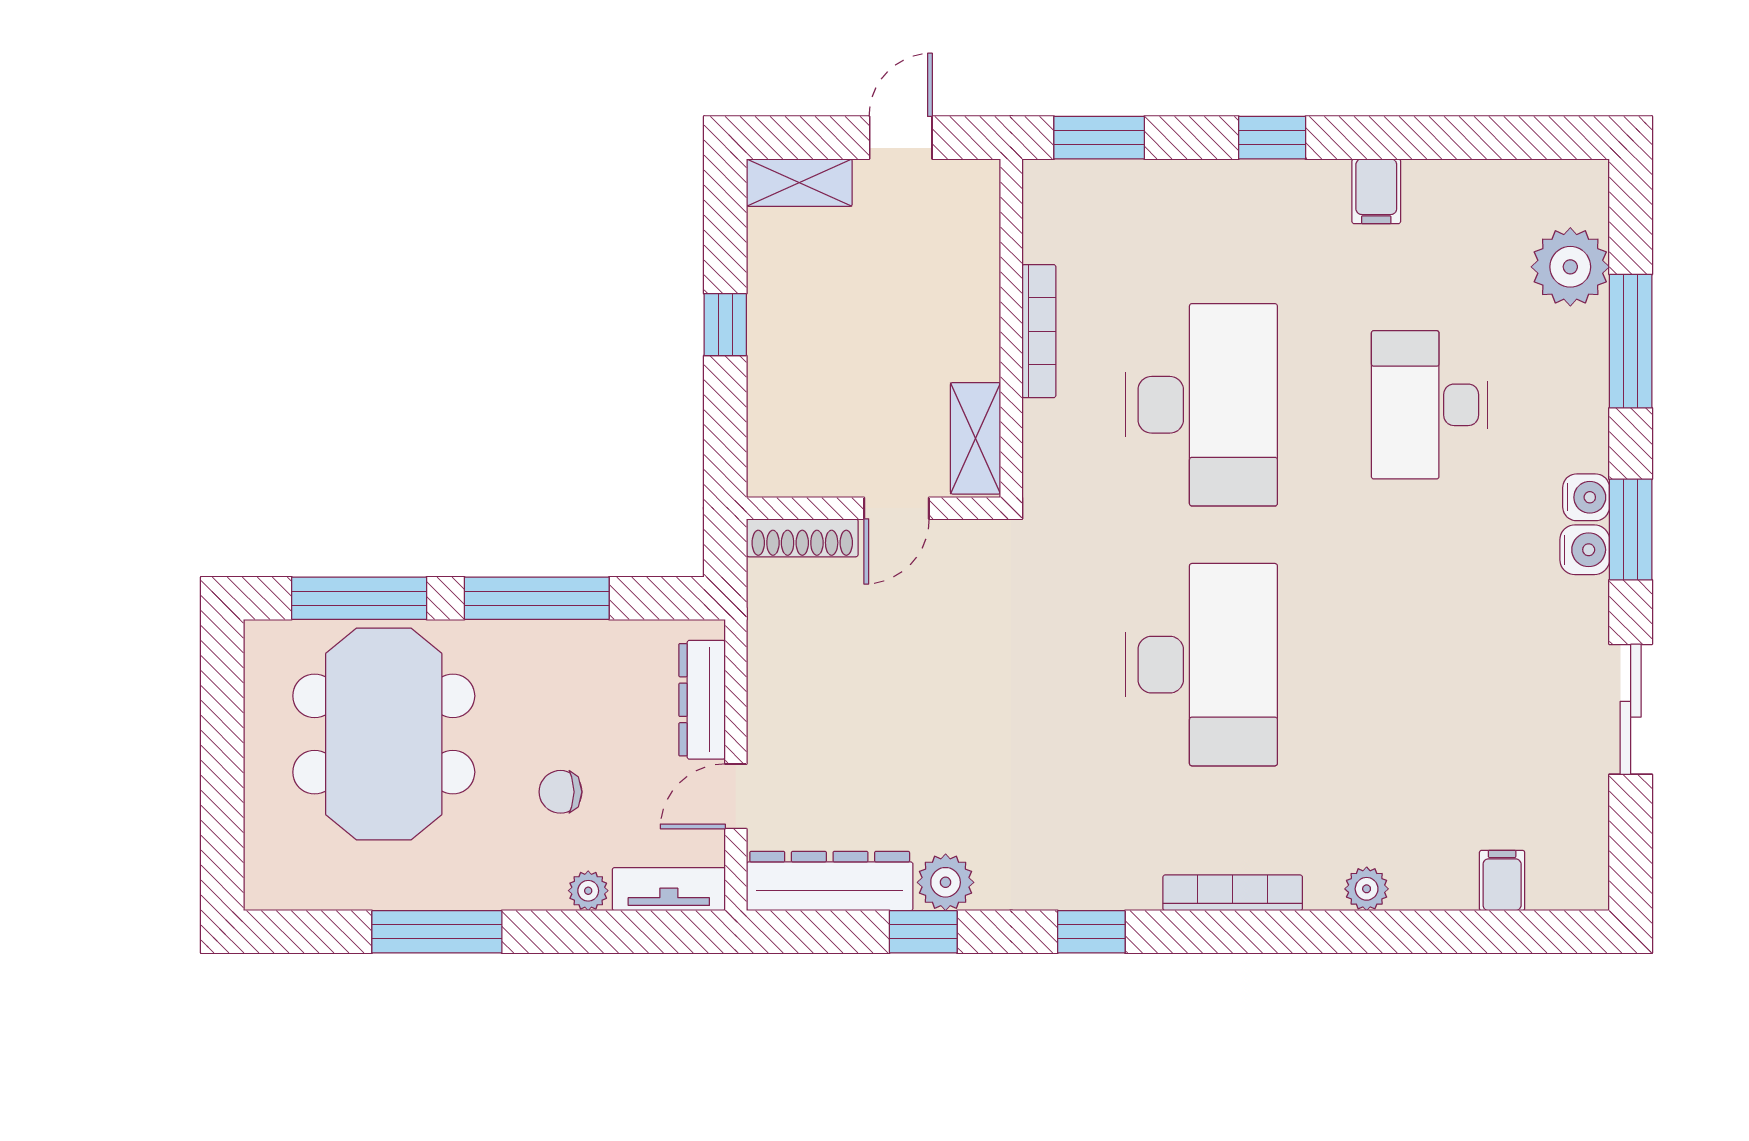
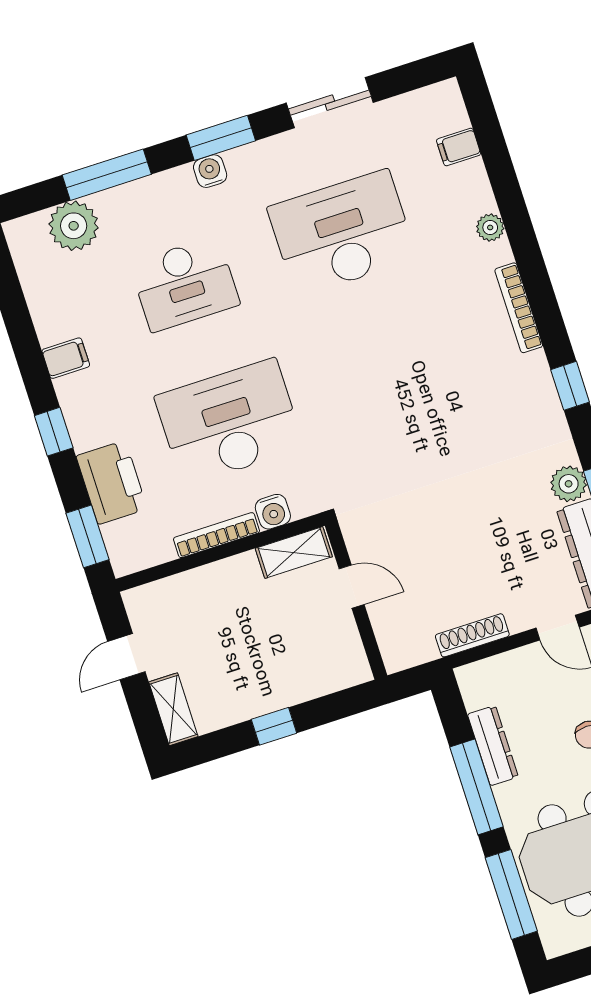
door: (901, 138) -> (126, 657), hinge flipped
printer: (1168, 200) -> (112, 482), added
shoe rack: (802, 538) -> (472, 635), moved, turned -90
water cooler: (1585, 550) -> (273, 512), moved, turned 180
desk: (1202, 665) -> (342, 233), moved
dresser: (702, 700) -> (493, 746), moved, turned -90

